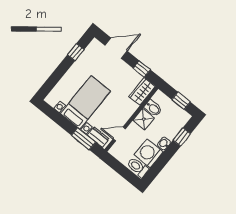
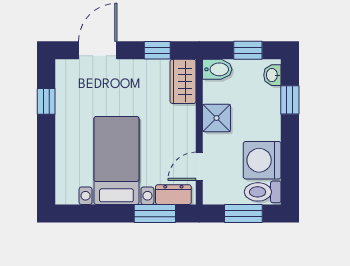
bidet: (153, 108) -> (217, 69), moved
washbasin: (164, 143) -> (272, 75), moved
window: (122, 170) -> (243, 214), added

